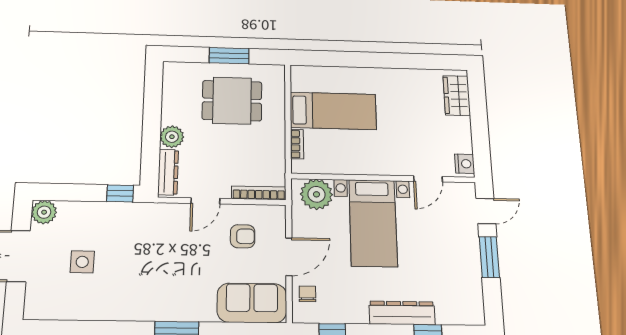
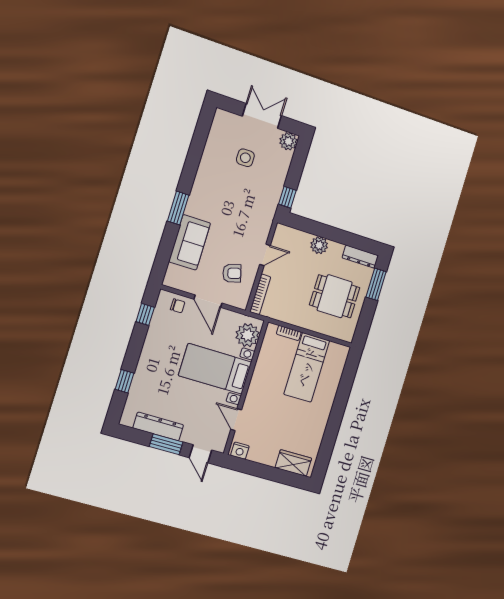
window: (229, 56) -> (376, 284), moved
dining table: (232, 101) -> (335, 296), turned 90
dresser: (168, 172) -> (360, 257), moved
door: (205, 201) -> (265, 255), swing flipped
armchair: (243, 236) -> (232, 273), turned -106
sofa: (252, 303) -> (190, 242), moved
dresser: (402, 313) -> (158, 426), moved, turned -90

